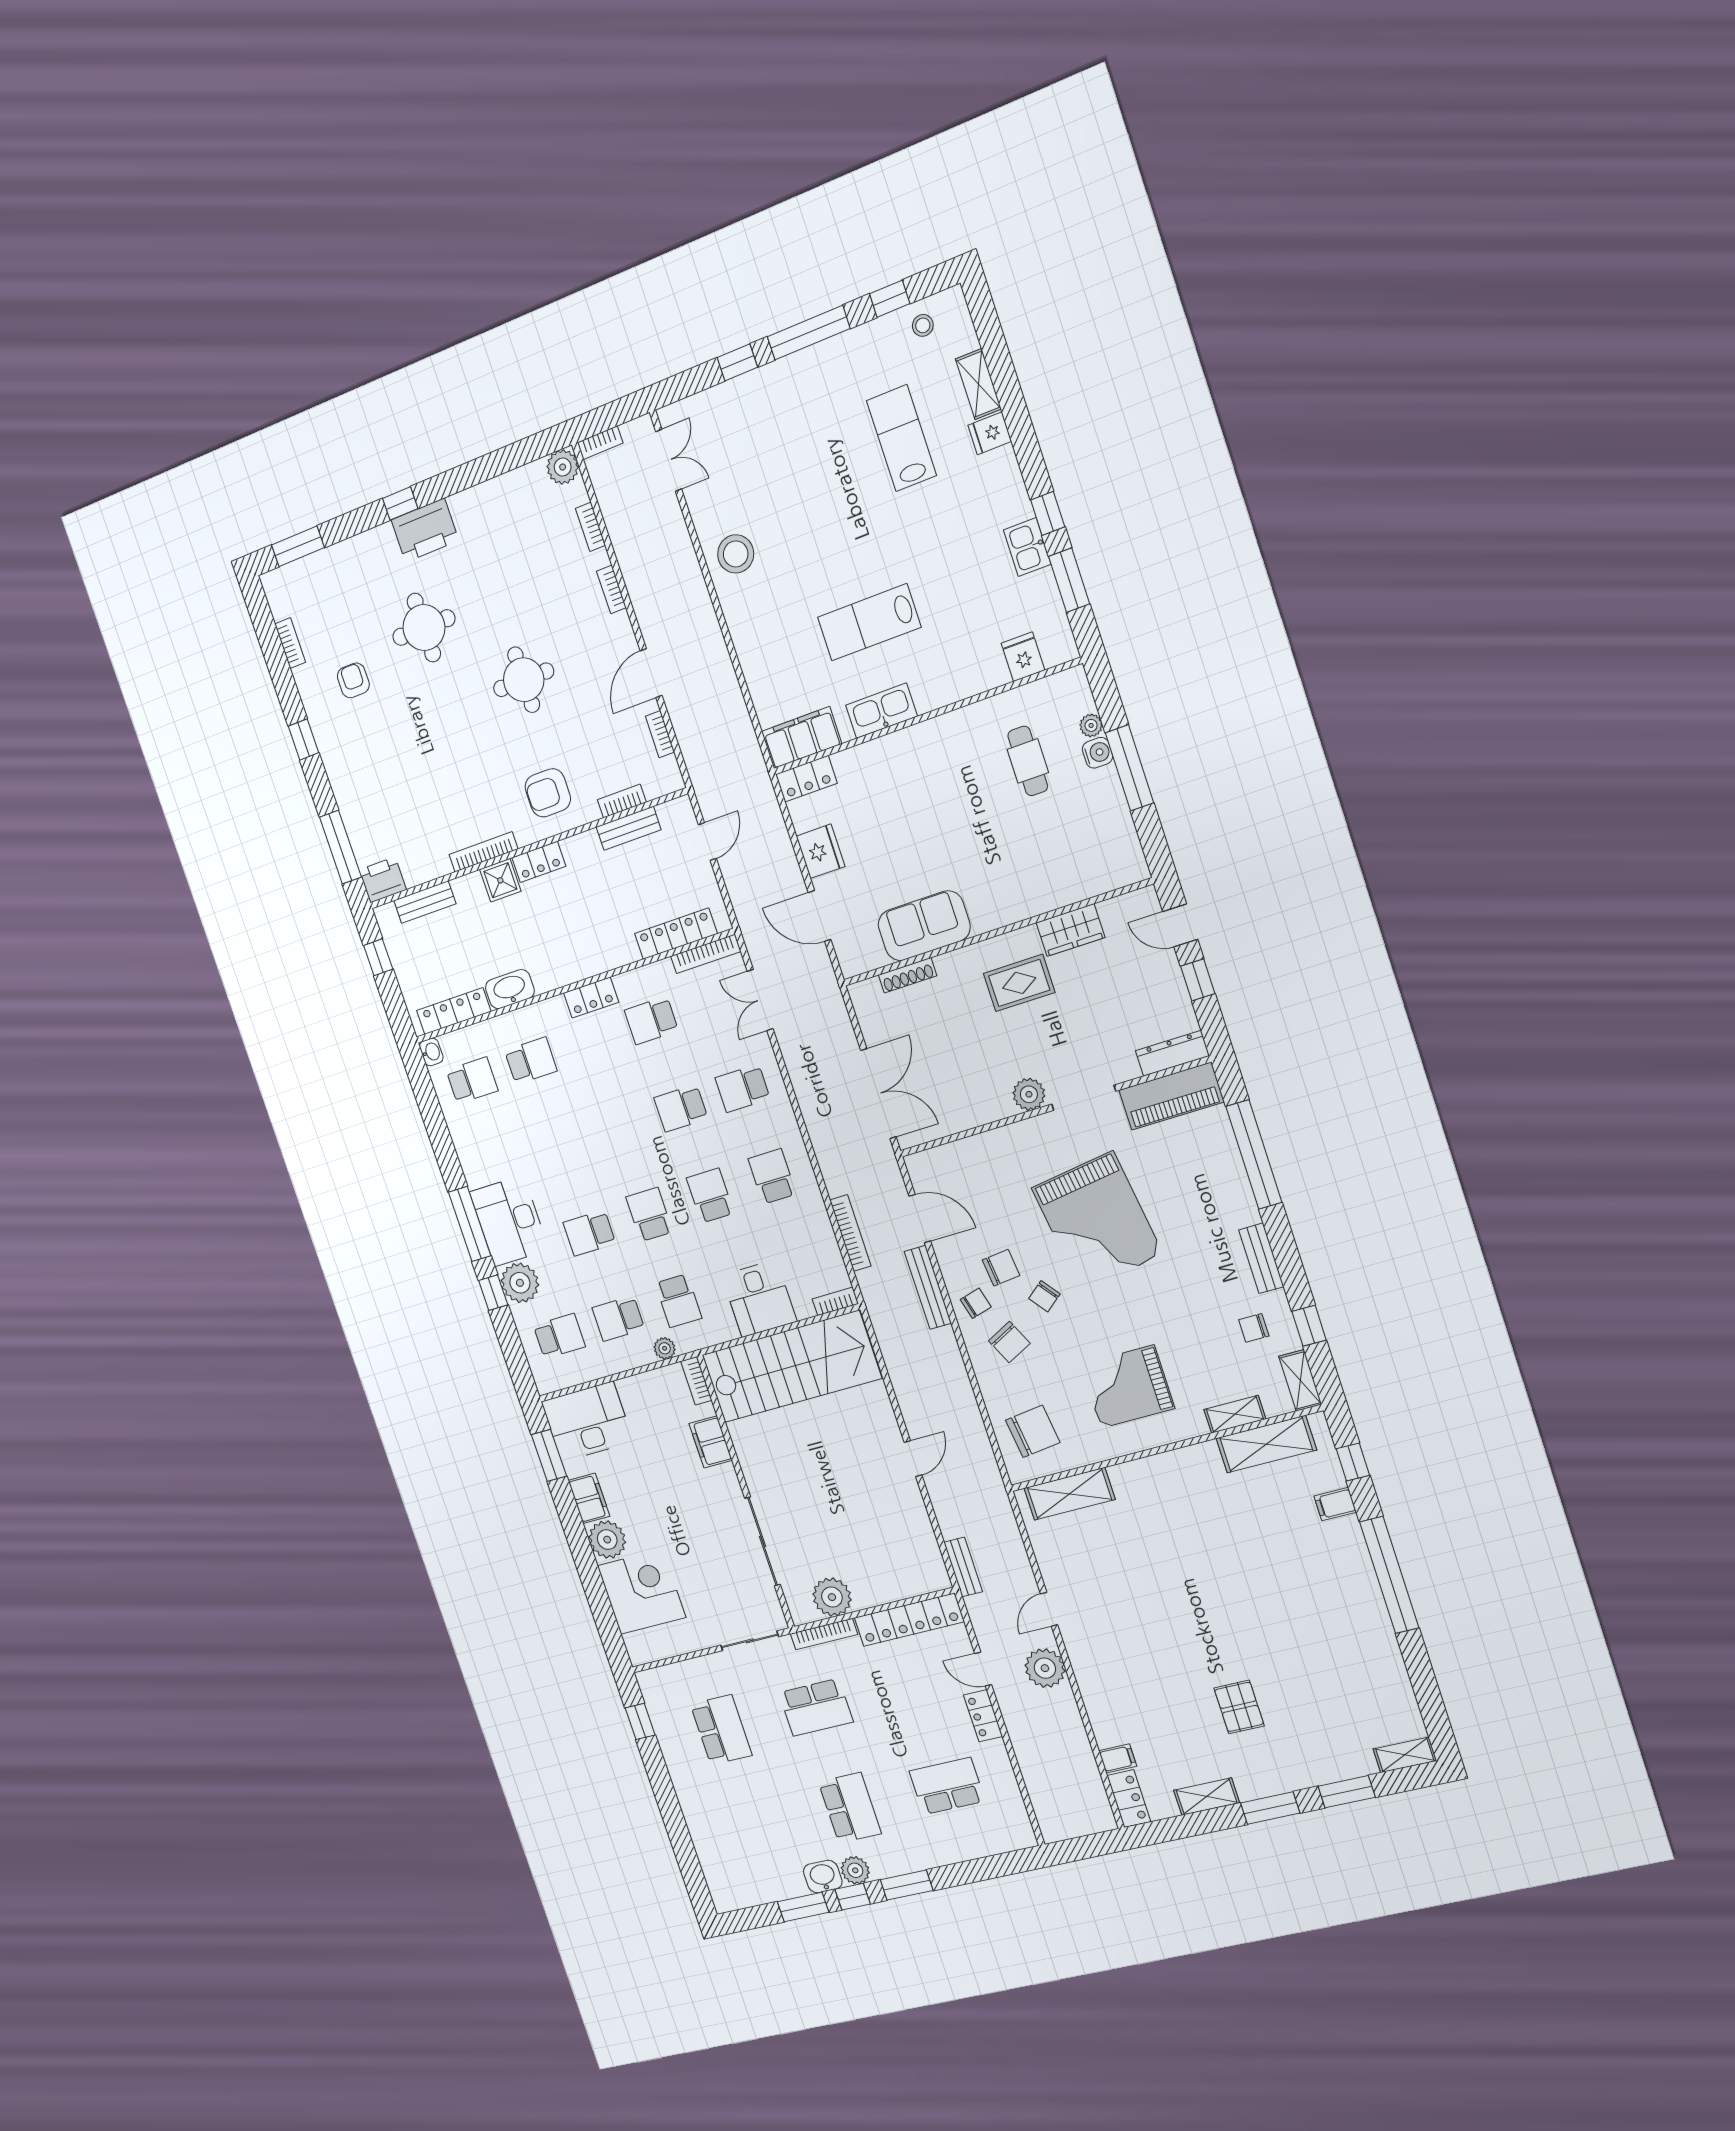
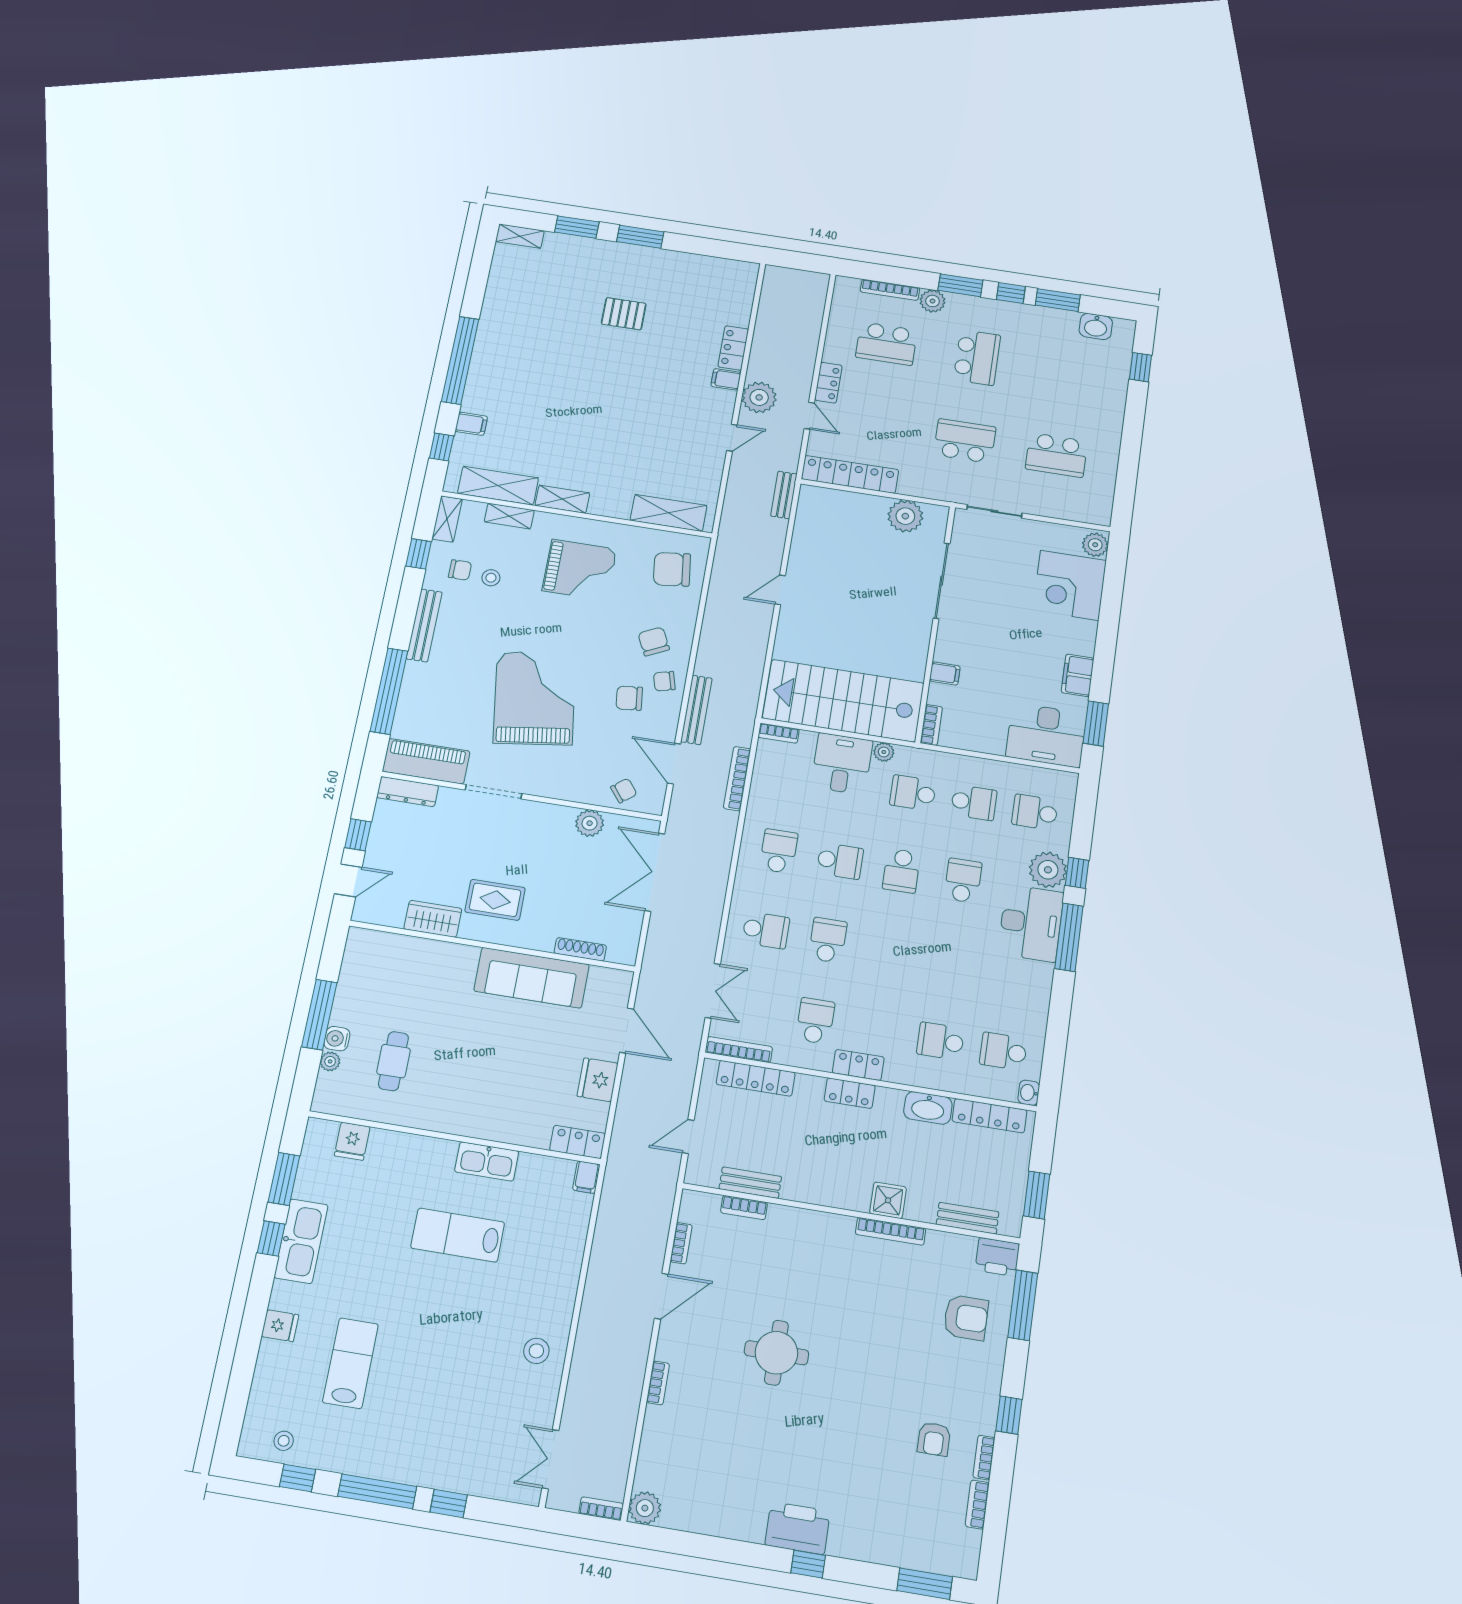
shelving: (978, 384) -> (267, 1369), removed
lab bench: (901, 438) -> (350, 1363), turned 180
bookcase: (591, 527) -> (984, 1458), moved, turned 180
kitchen sink: (1027, 547) -> (301, 1241), width x1.87, depth x1.24
stool: (736, 554) -> (536, 1351), width x0.73, depth x0.73
lab bench: (869, 622) -> (458, 1235), turned 180
round table: (424, 628) -> (843, 1447), removed
filing cabinet: (802, 738) -> (586, 1177), width x0.33, depth x0.86
armchair: (548, 793) -> (966, 1318), moved
locker: (539, 862) -> (850, 1093), moved, turned 180
door: (1180, 925) -> (348, 880), hinge flipped
sofa: (924, 926) -> (532, 978), width x1.36
window: (378, 957) -> (1037, 1195), width x1.50
school desk: (651, 1020) -> (815, 1021), turned -90
plant: (1029, 1094) -> (590, 823), moved
school desk: (681, 1108) -> (828, 940), turned -90
school desk: (772, 1176) -> (779, 851), turned 180
school desk: (710, 1196) -> (840, 861), turned -90
school desk: (589, 1233) -> (963, 881), turned -90
bench: (1261, 1258) -> (424, 625), width x1.36
chair: (1044, 1296) -> (624, 791), moved
school desk: (678, 1301) -> (913, 793), turned -90
stool: (1216, 1334) -> (491, 578), added
plant: (665, 1348) -> (884, 752), moved
filing cabinet: (711, 1442) -> (945, 674), width x0.50
plant: (607, 1540) -> (1095, 545), moved, width x0.73, depth x0.73
bookcase: (824, 1634) -> (890, 290), moved, turned 180
pallet: (1239, 1707) -> (624, 314), turned 90
window: (640, 1721) -> (1141, 367), moved
school desk: (721, 1730) -> (1056, 455), turned -90
filing cabinet: (1118, 1758) -> (726, 379), moved
shelving: (1207, 1796) -> (562, 499), moved
locker: (1129, 1799) -> (733, 348), moved
school desk: (850, 1808) -> (977, 358), turned 180
plant: (855, 1870) -> (933, 301), moved
washbasin: (823, 1877) -> (1096, 326), moved

